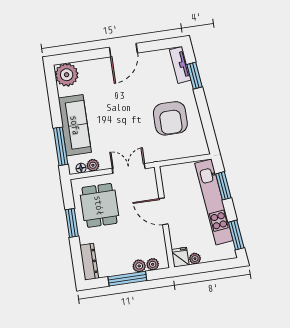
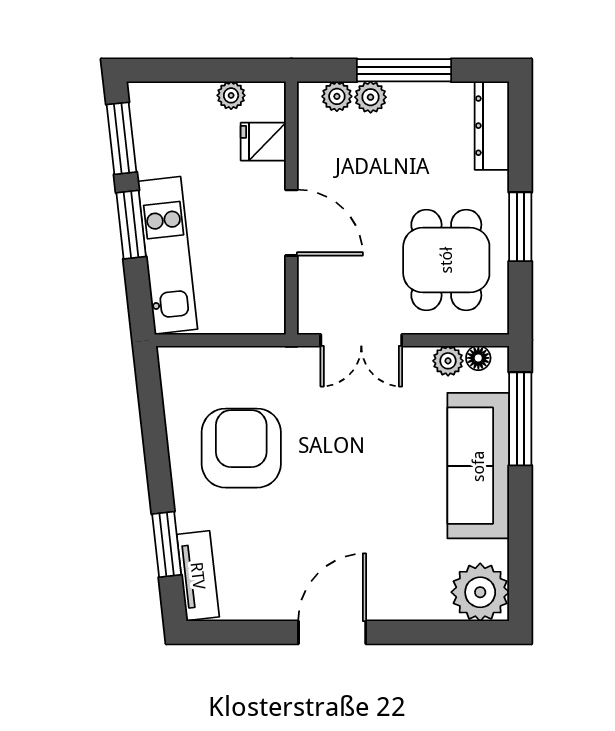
window: (223, 186) -> (131, 225), moved
kitchen unit: (214, 202) -> (168, 255), width x0.73
fridge: (180, 257) -> (263, 142), moved, turned 90

